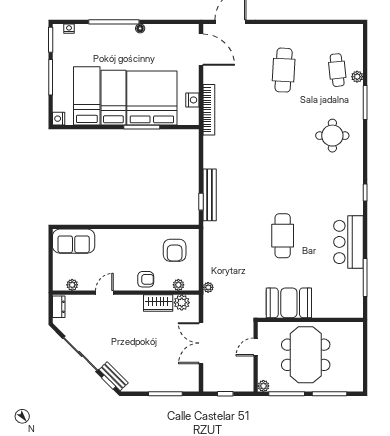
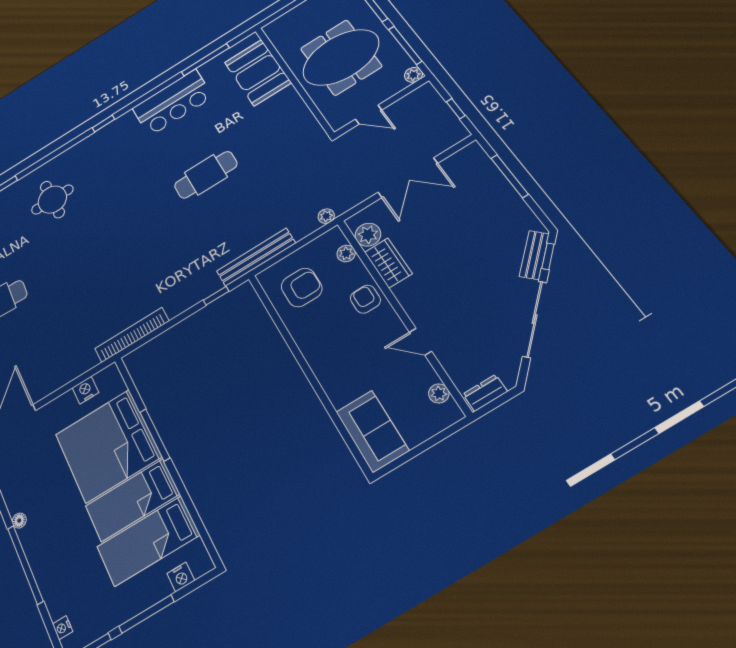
bookcase: (209, 110) -> (132, 335), moved
nightstand: (59, 119) -> (181, 577), moved
bench: (210, 195) -> (256, 257), moved
booth: (289, 303) -> (258, 73), moved

